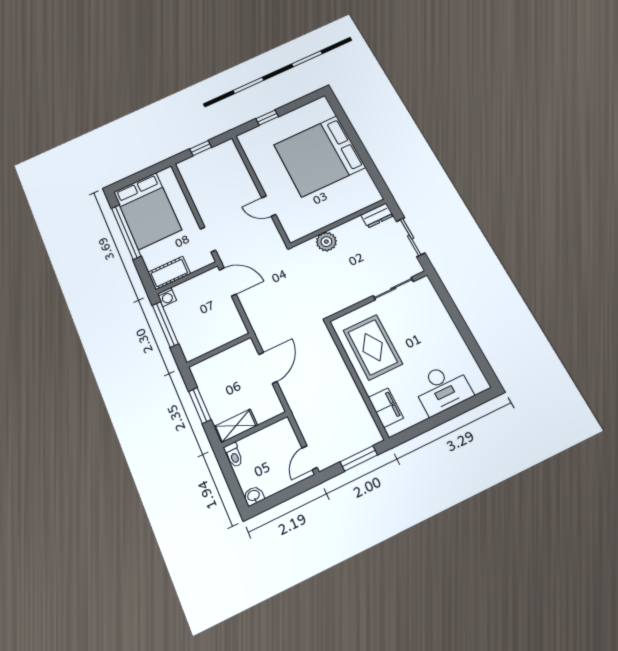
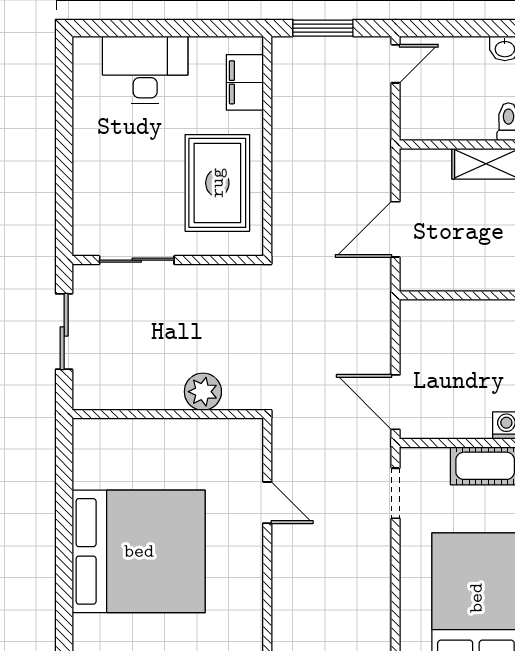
dresser: (377, 215) -> (98, 396), removed

